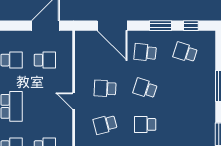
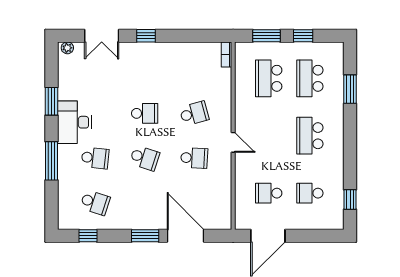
window: (160, 26) -> (145, 236), moved
school desk: (145, 52) -> (95, 158), moved
desk: (202, 117) -> (74, 122), added

